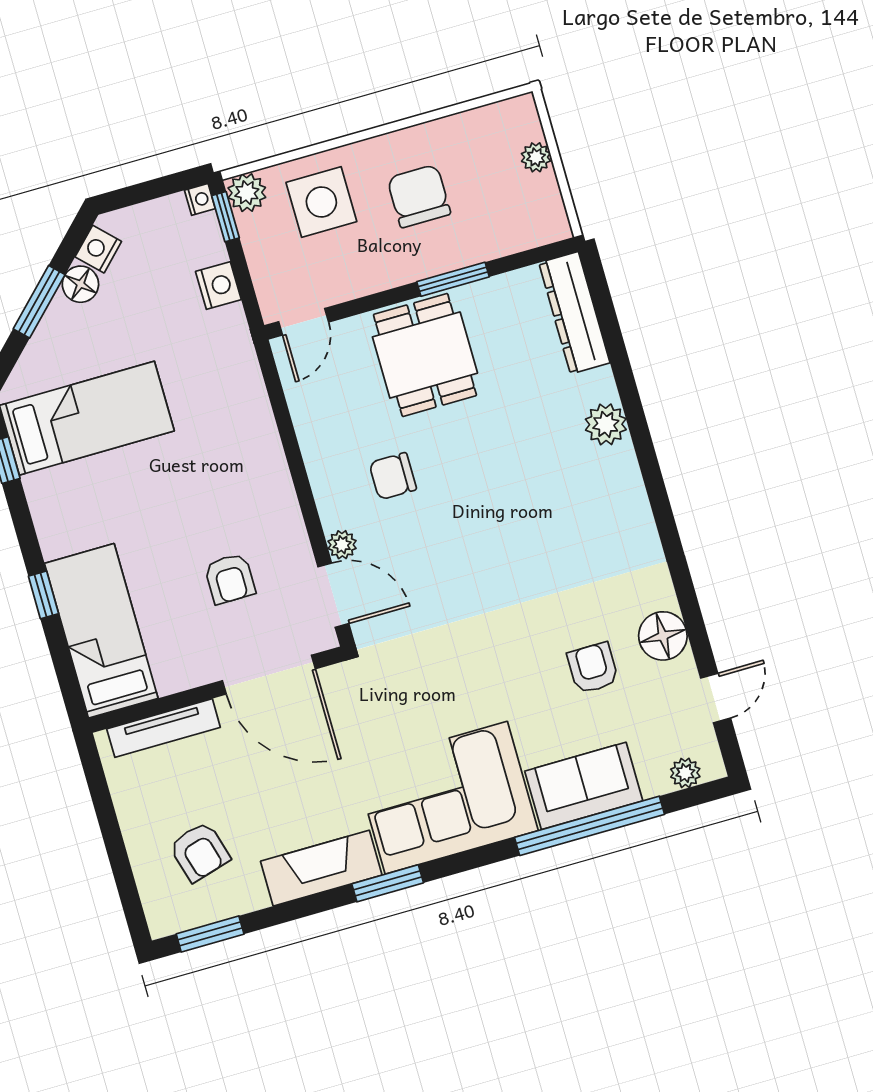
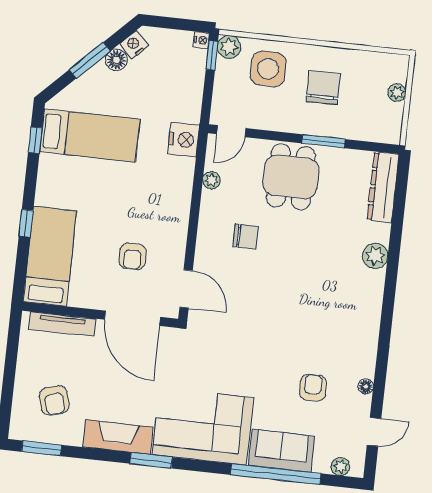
nightstand: (218, 285) -> (184, 140), moved, width x1.36, depth x1.33
chair: (393, 476) -> (246, 236), turned 180
plant: (342, 545) -> (211, 180), moved
floor lamp: (663, 636) -> (366, 386), width x0.53, depth x0.53

